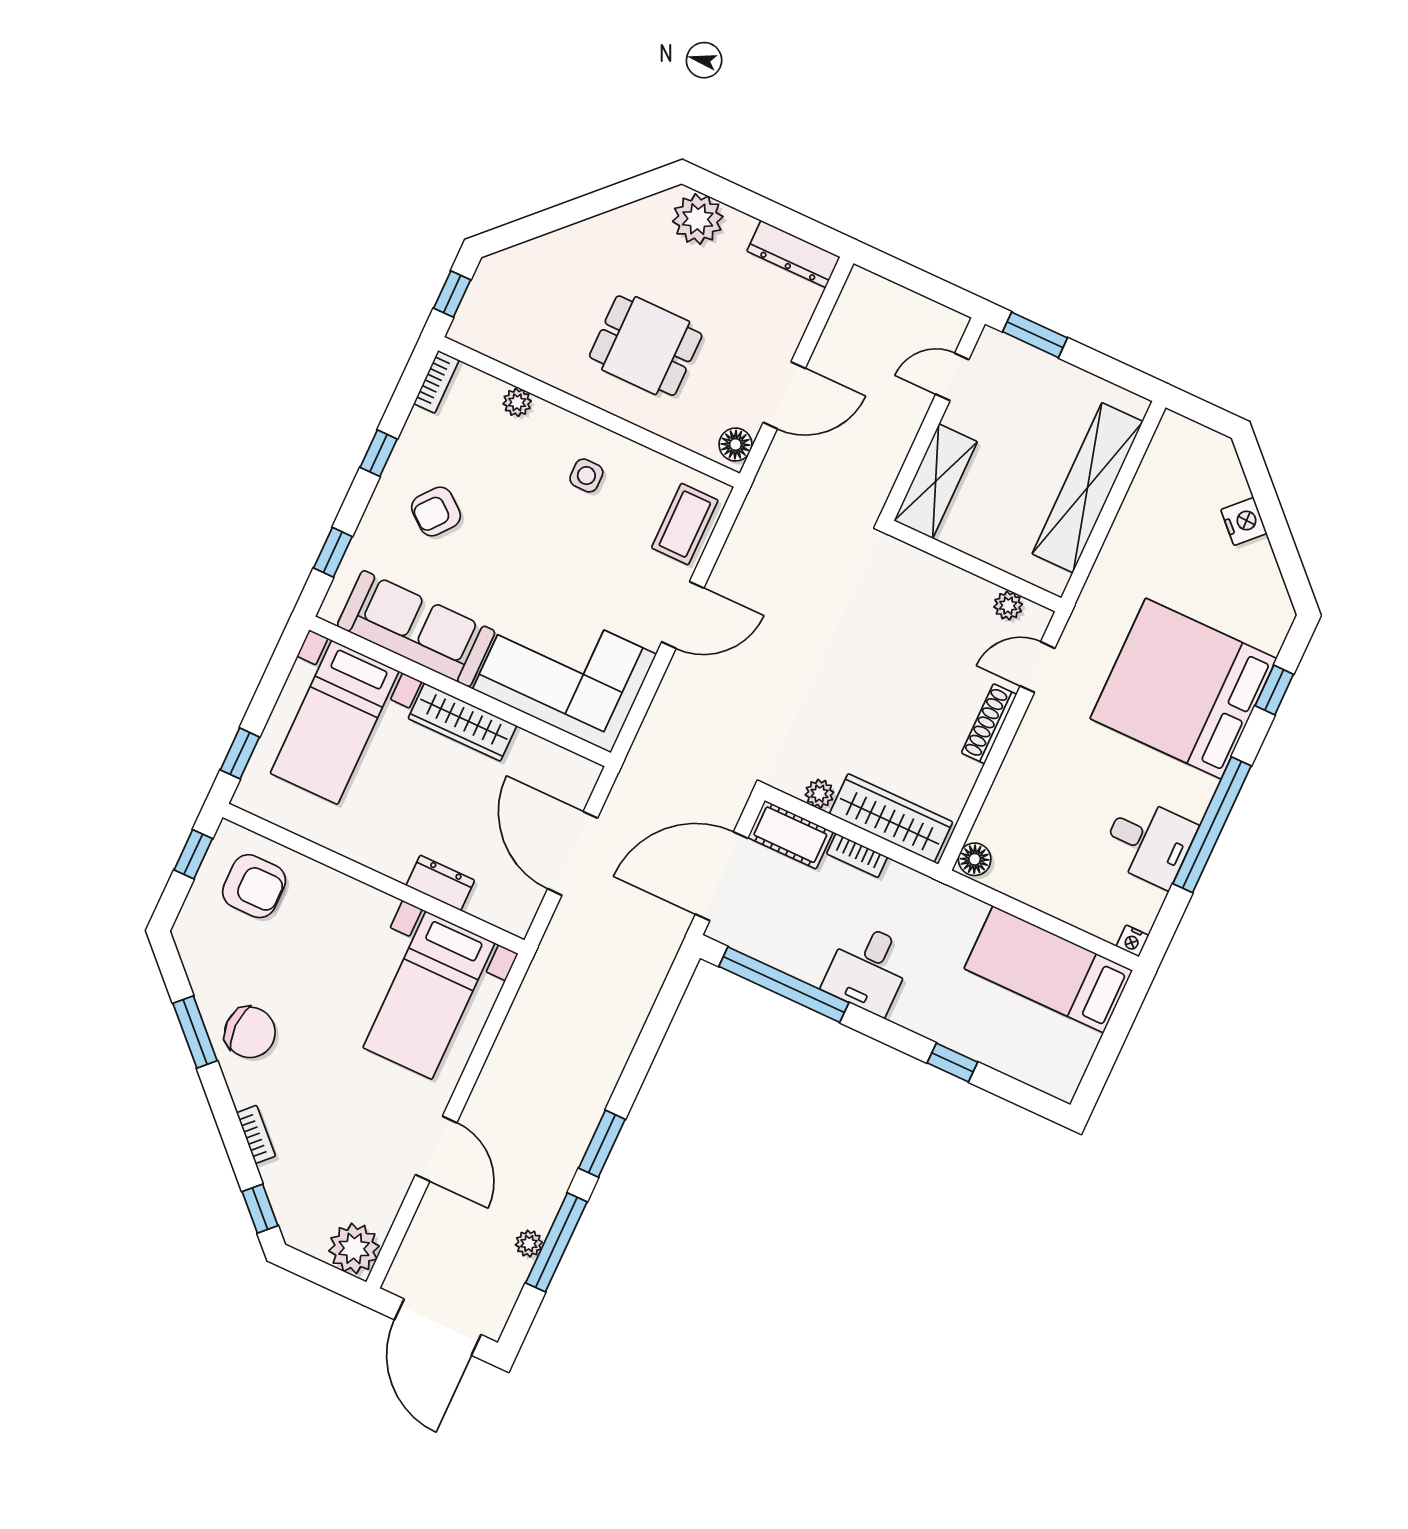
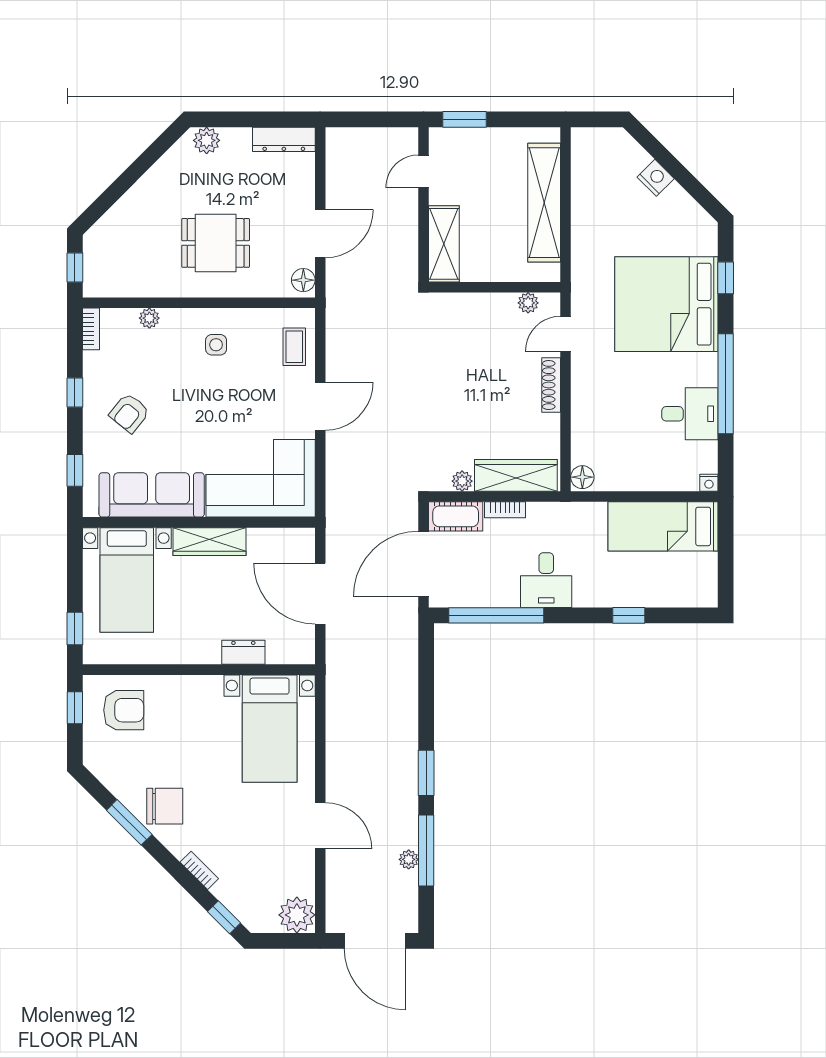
plant: (698, 219) -> (207, 140), width x0.73, depth x0.73
coffee table: (685, 524) -> (294, 347), width x0.73, depth x0.77

